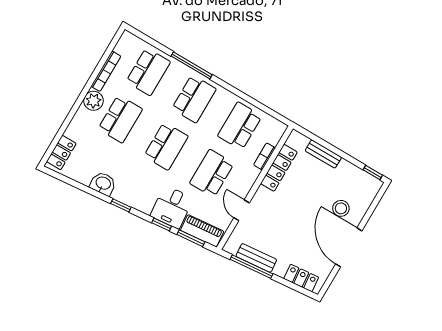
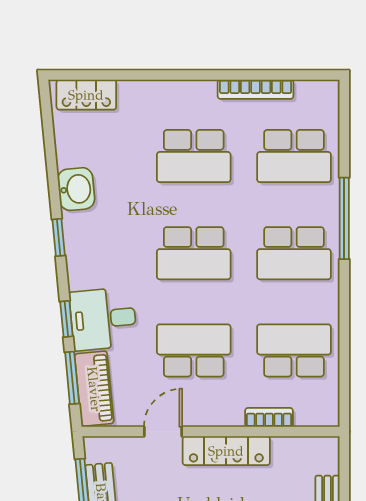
plant: (94, 101) -> (198, 97), removed
locker: (279, 168) -> (226, 451), moved

